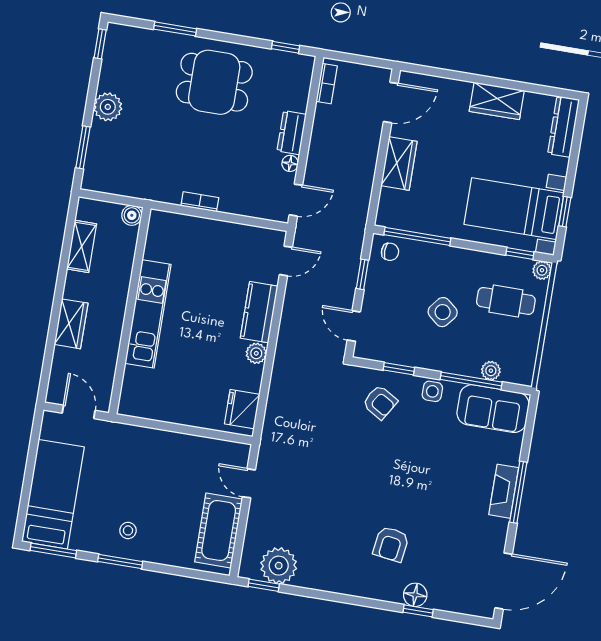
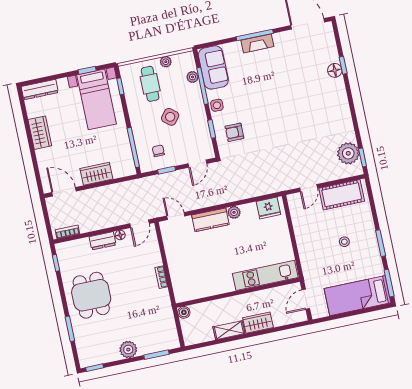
door: (296, 200) -> (139, 224), swing flipped
shelving: (82, 246) -> (229, 330), moved
chair: (390, 252) -> (158, 151), moved
plant: (542, 270) -> (166, 62), moved
kitchen unit: (148, 314) -> (265, 275), moved
armchair: (380, 402) -> (234, 132), turned -121
stool: (128, 530) -> (344, 242), moved
armchair: (391, 544) -> (312, 95), removed

